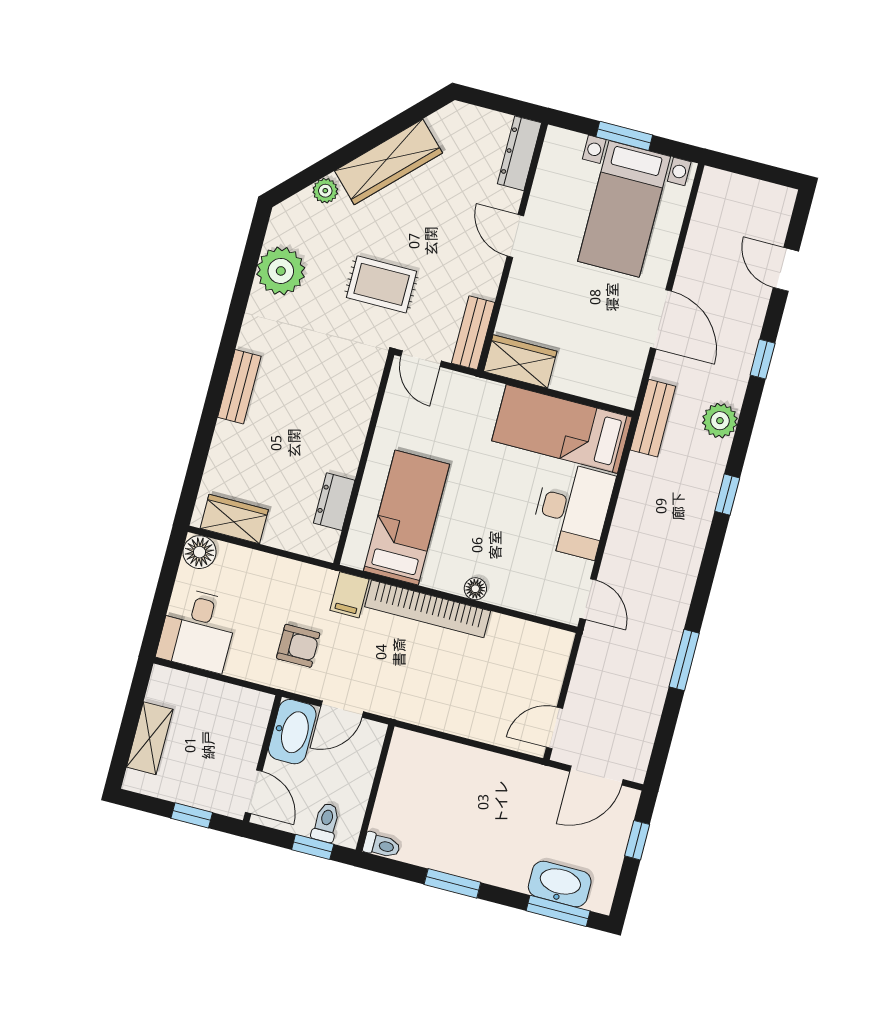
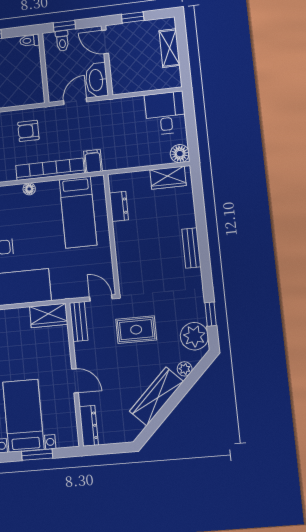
window: (249, 265) -> (211, 314), added
plant: (281, 271) -> (194, 336), moved
armchair: (298, 646) -> (28, 131), moved

